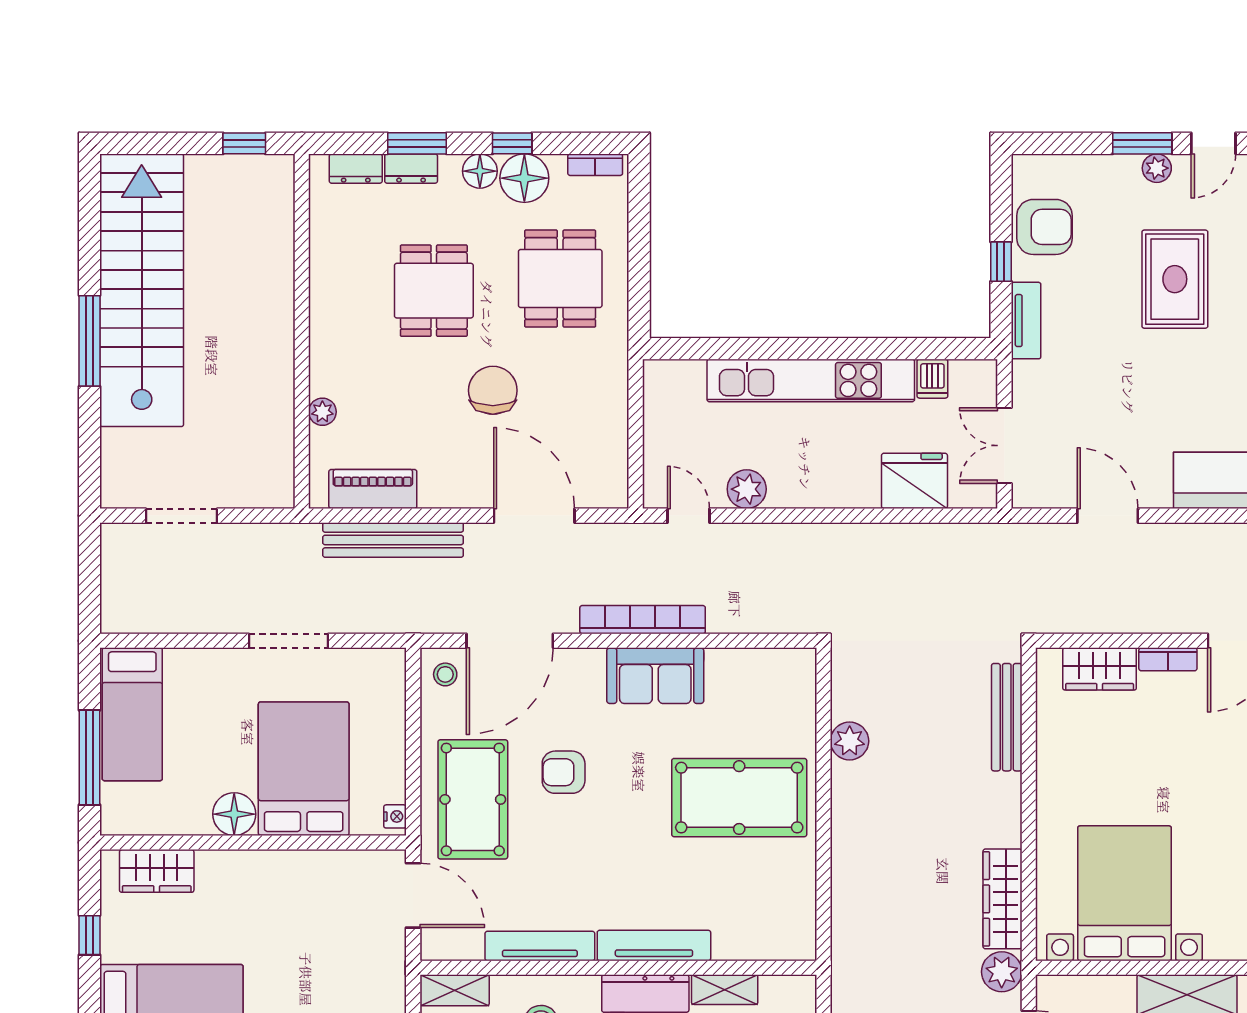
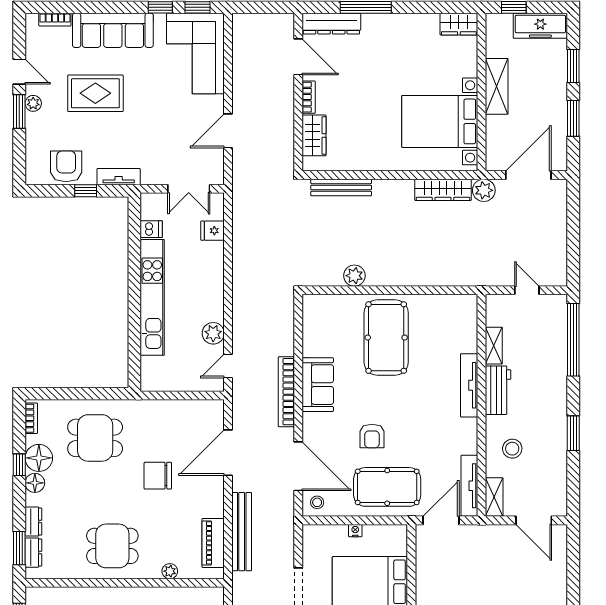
window: (417, 143) -> (19, 548), moved
dining table: (434, 291) -> (112, 546), moved
fridge: (914, 481) -> (212, 231), width x0.53, depth x0.75
nightstand: (395, 816) -> (355, 531), moved
tv unit: (540, 946) -> (469, 486), moved

